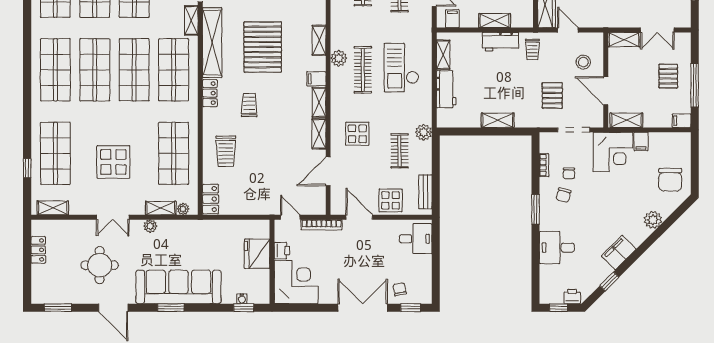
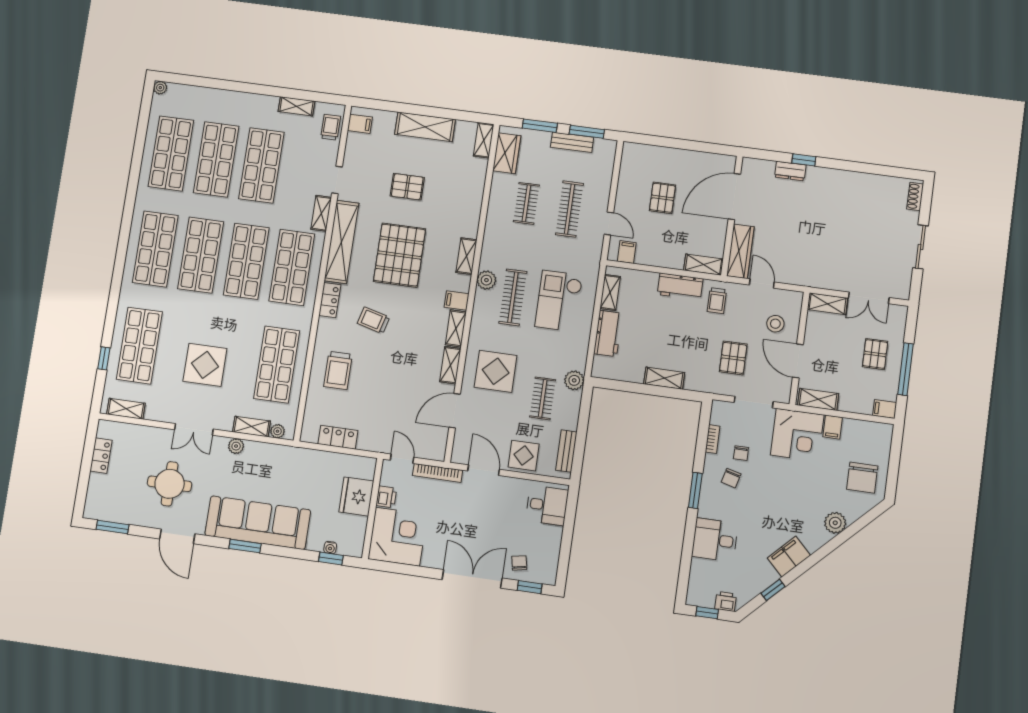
shelving: (495, 21) -> (703, 265), moved
trolley: (249, 105) -> (374, 320), turned -75
display table: (357, 134) -> (496, 371), width x1.36, depth x1.36
locker: (211, 199) -> (338, 437), moved, turned -90

